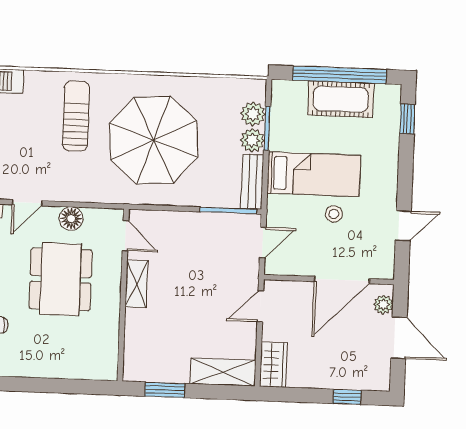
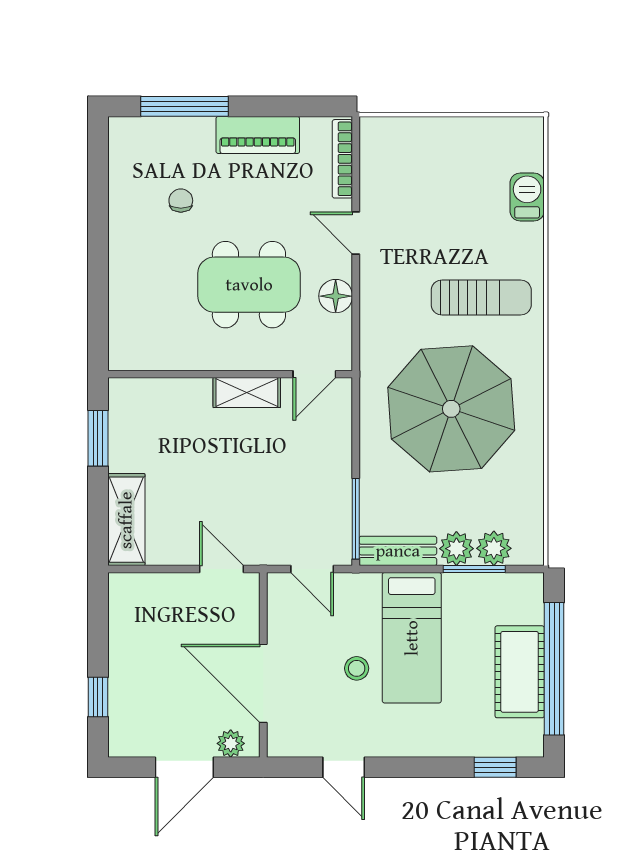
wardrobe: (273, 365) -> (140, 591), removed

